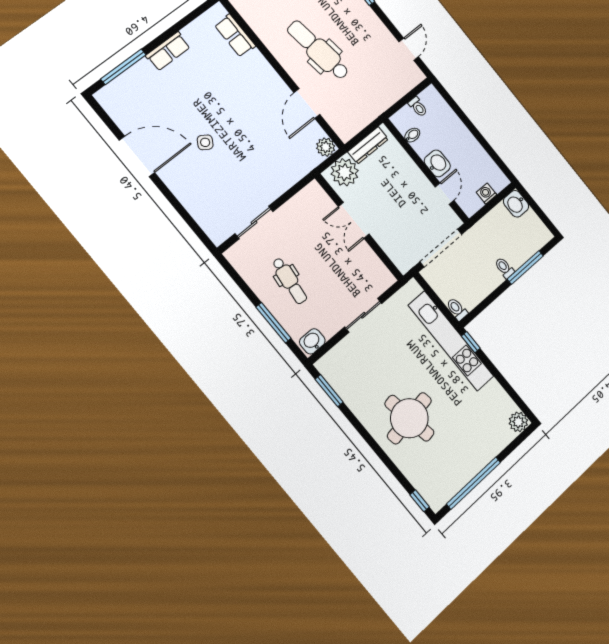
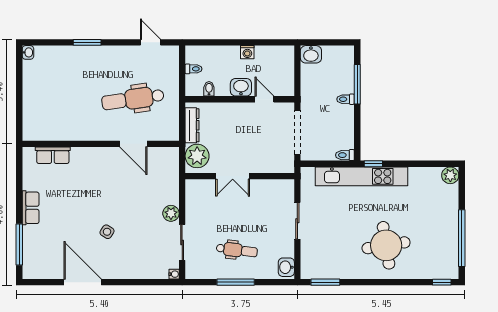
dental chair: (318, 50) -> (133, 99), moved
plant: (326, 147) -> (171, 213), moved
door: (137, 156) -> (83, 282), hinge flipped
washing machine: (486, 194) -> (247, 52), moved, turned -90
water cooler: (218, 239) -> (174, 274), added
window: (273, 323) -> (236, 282), moved

